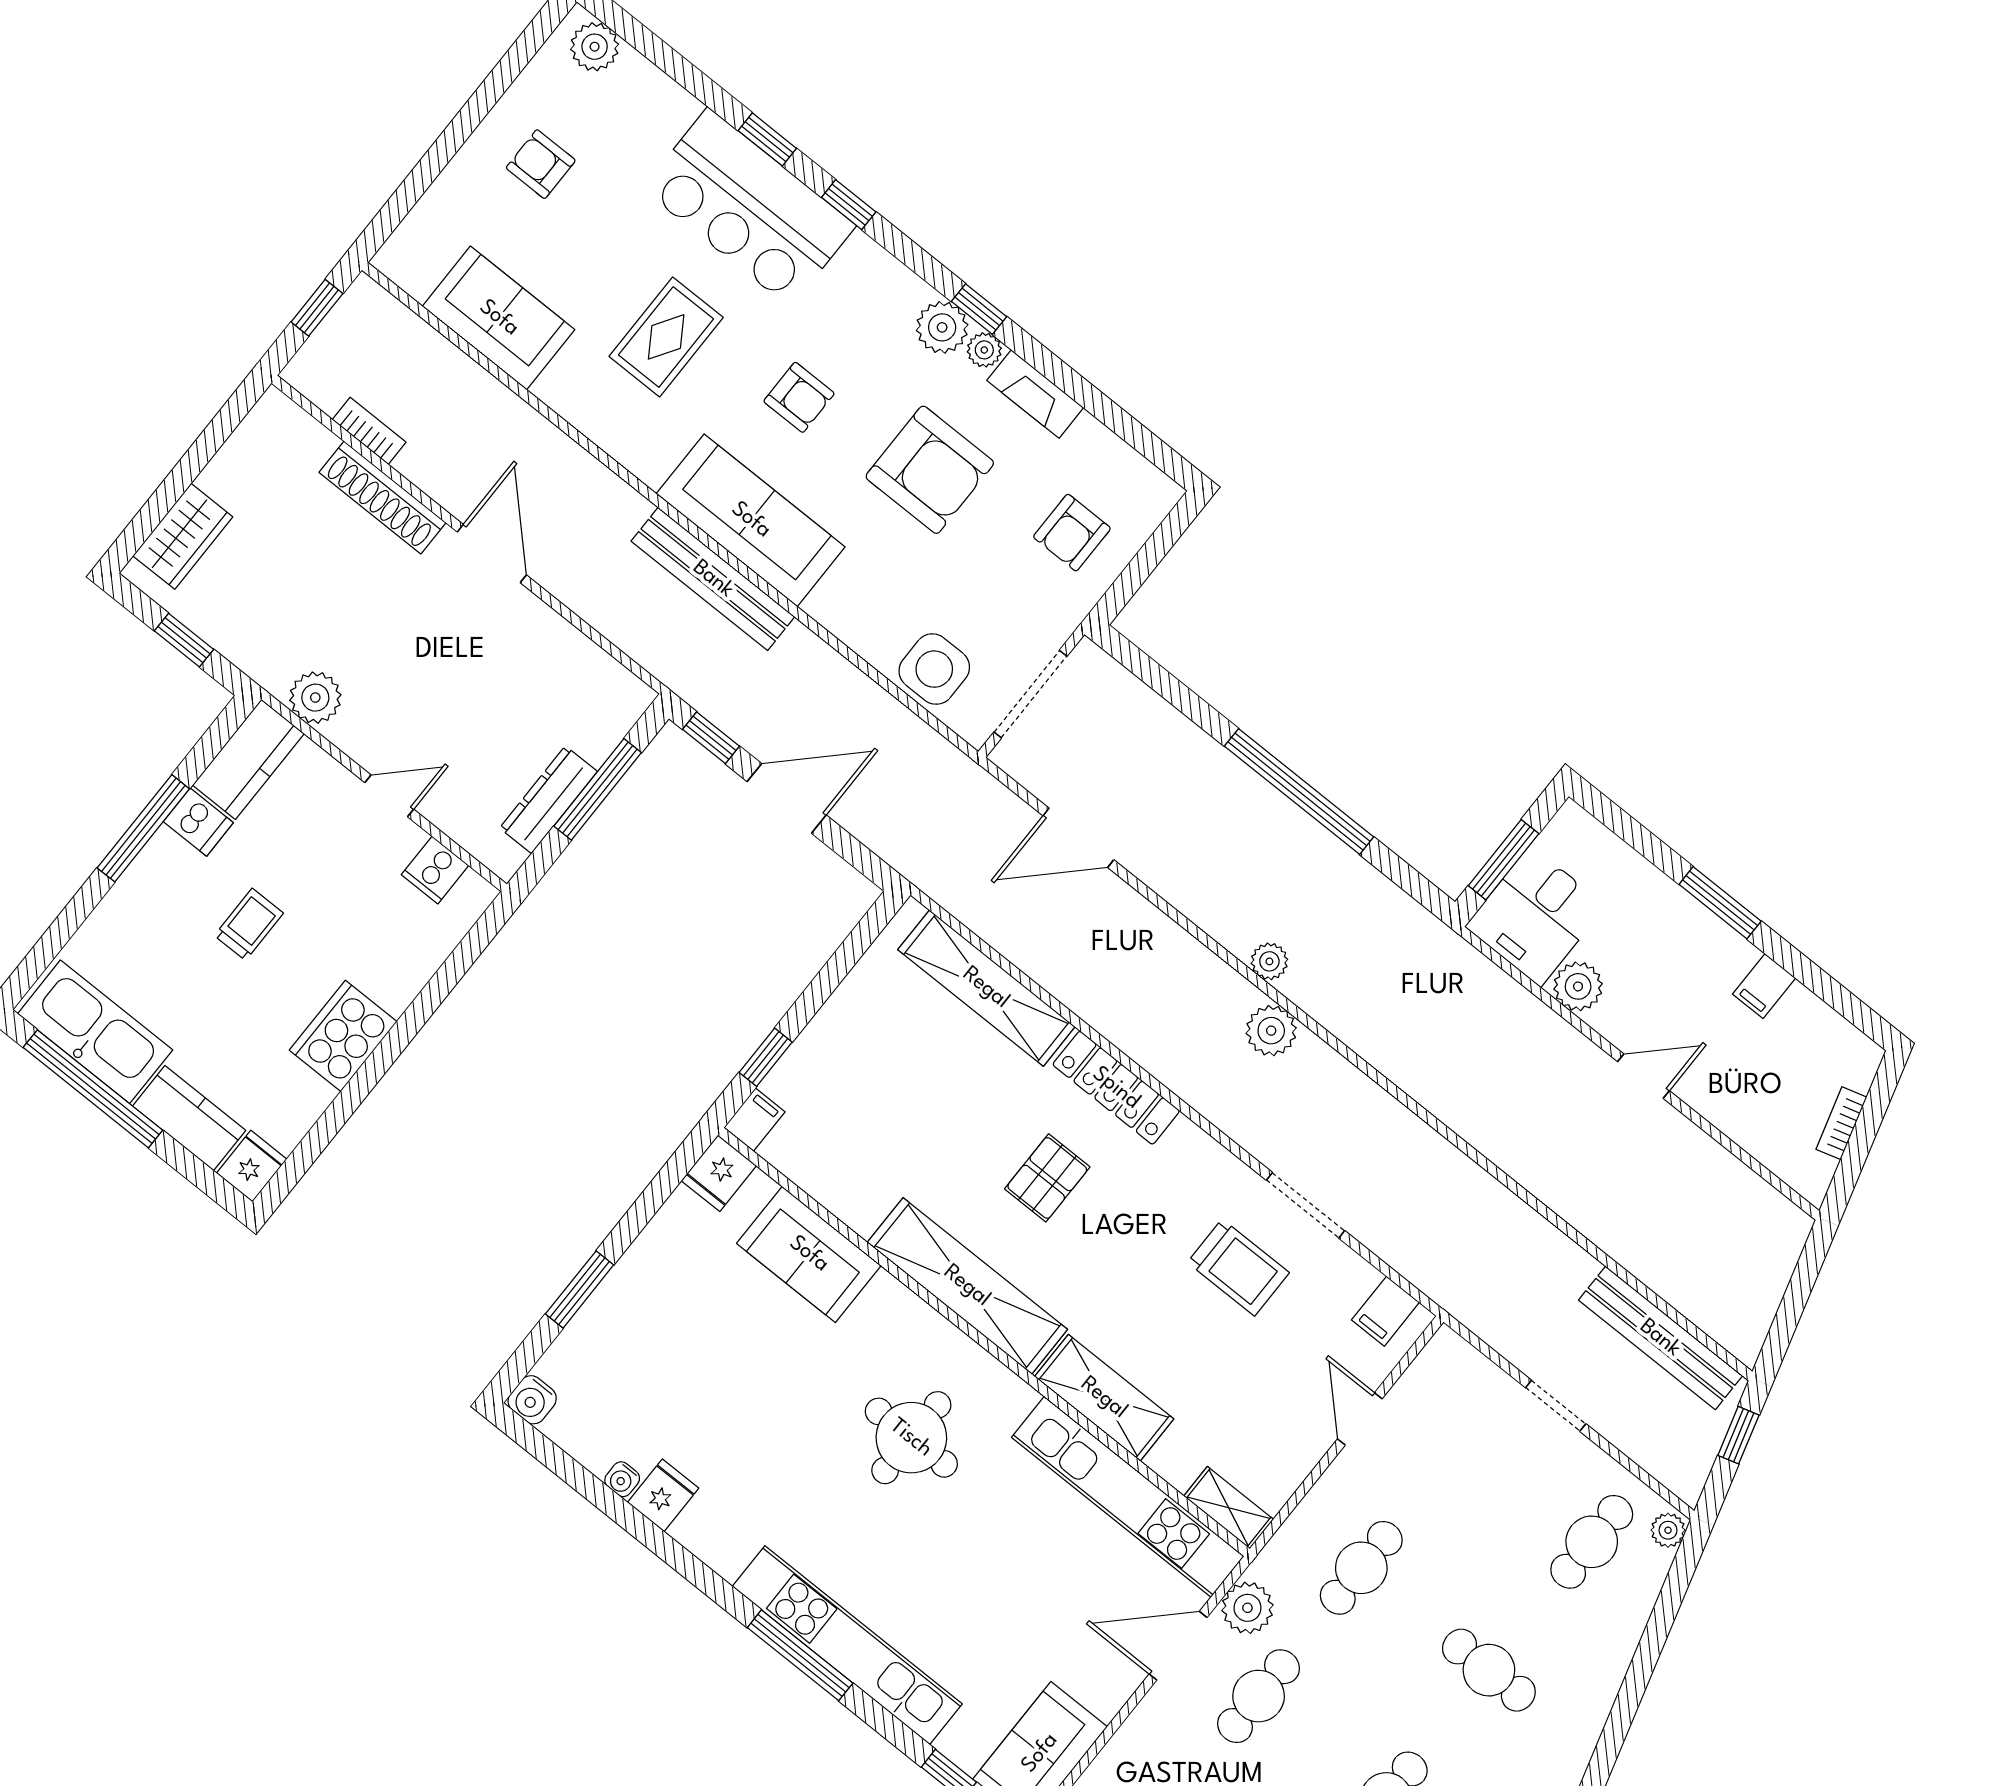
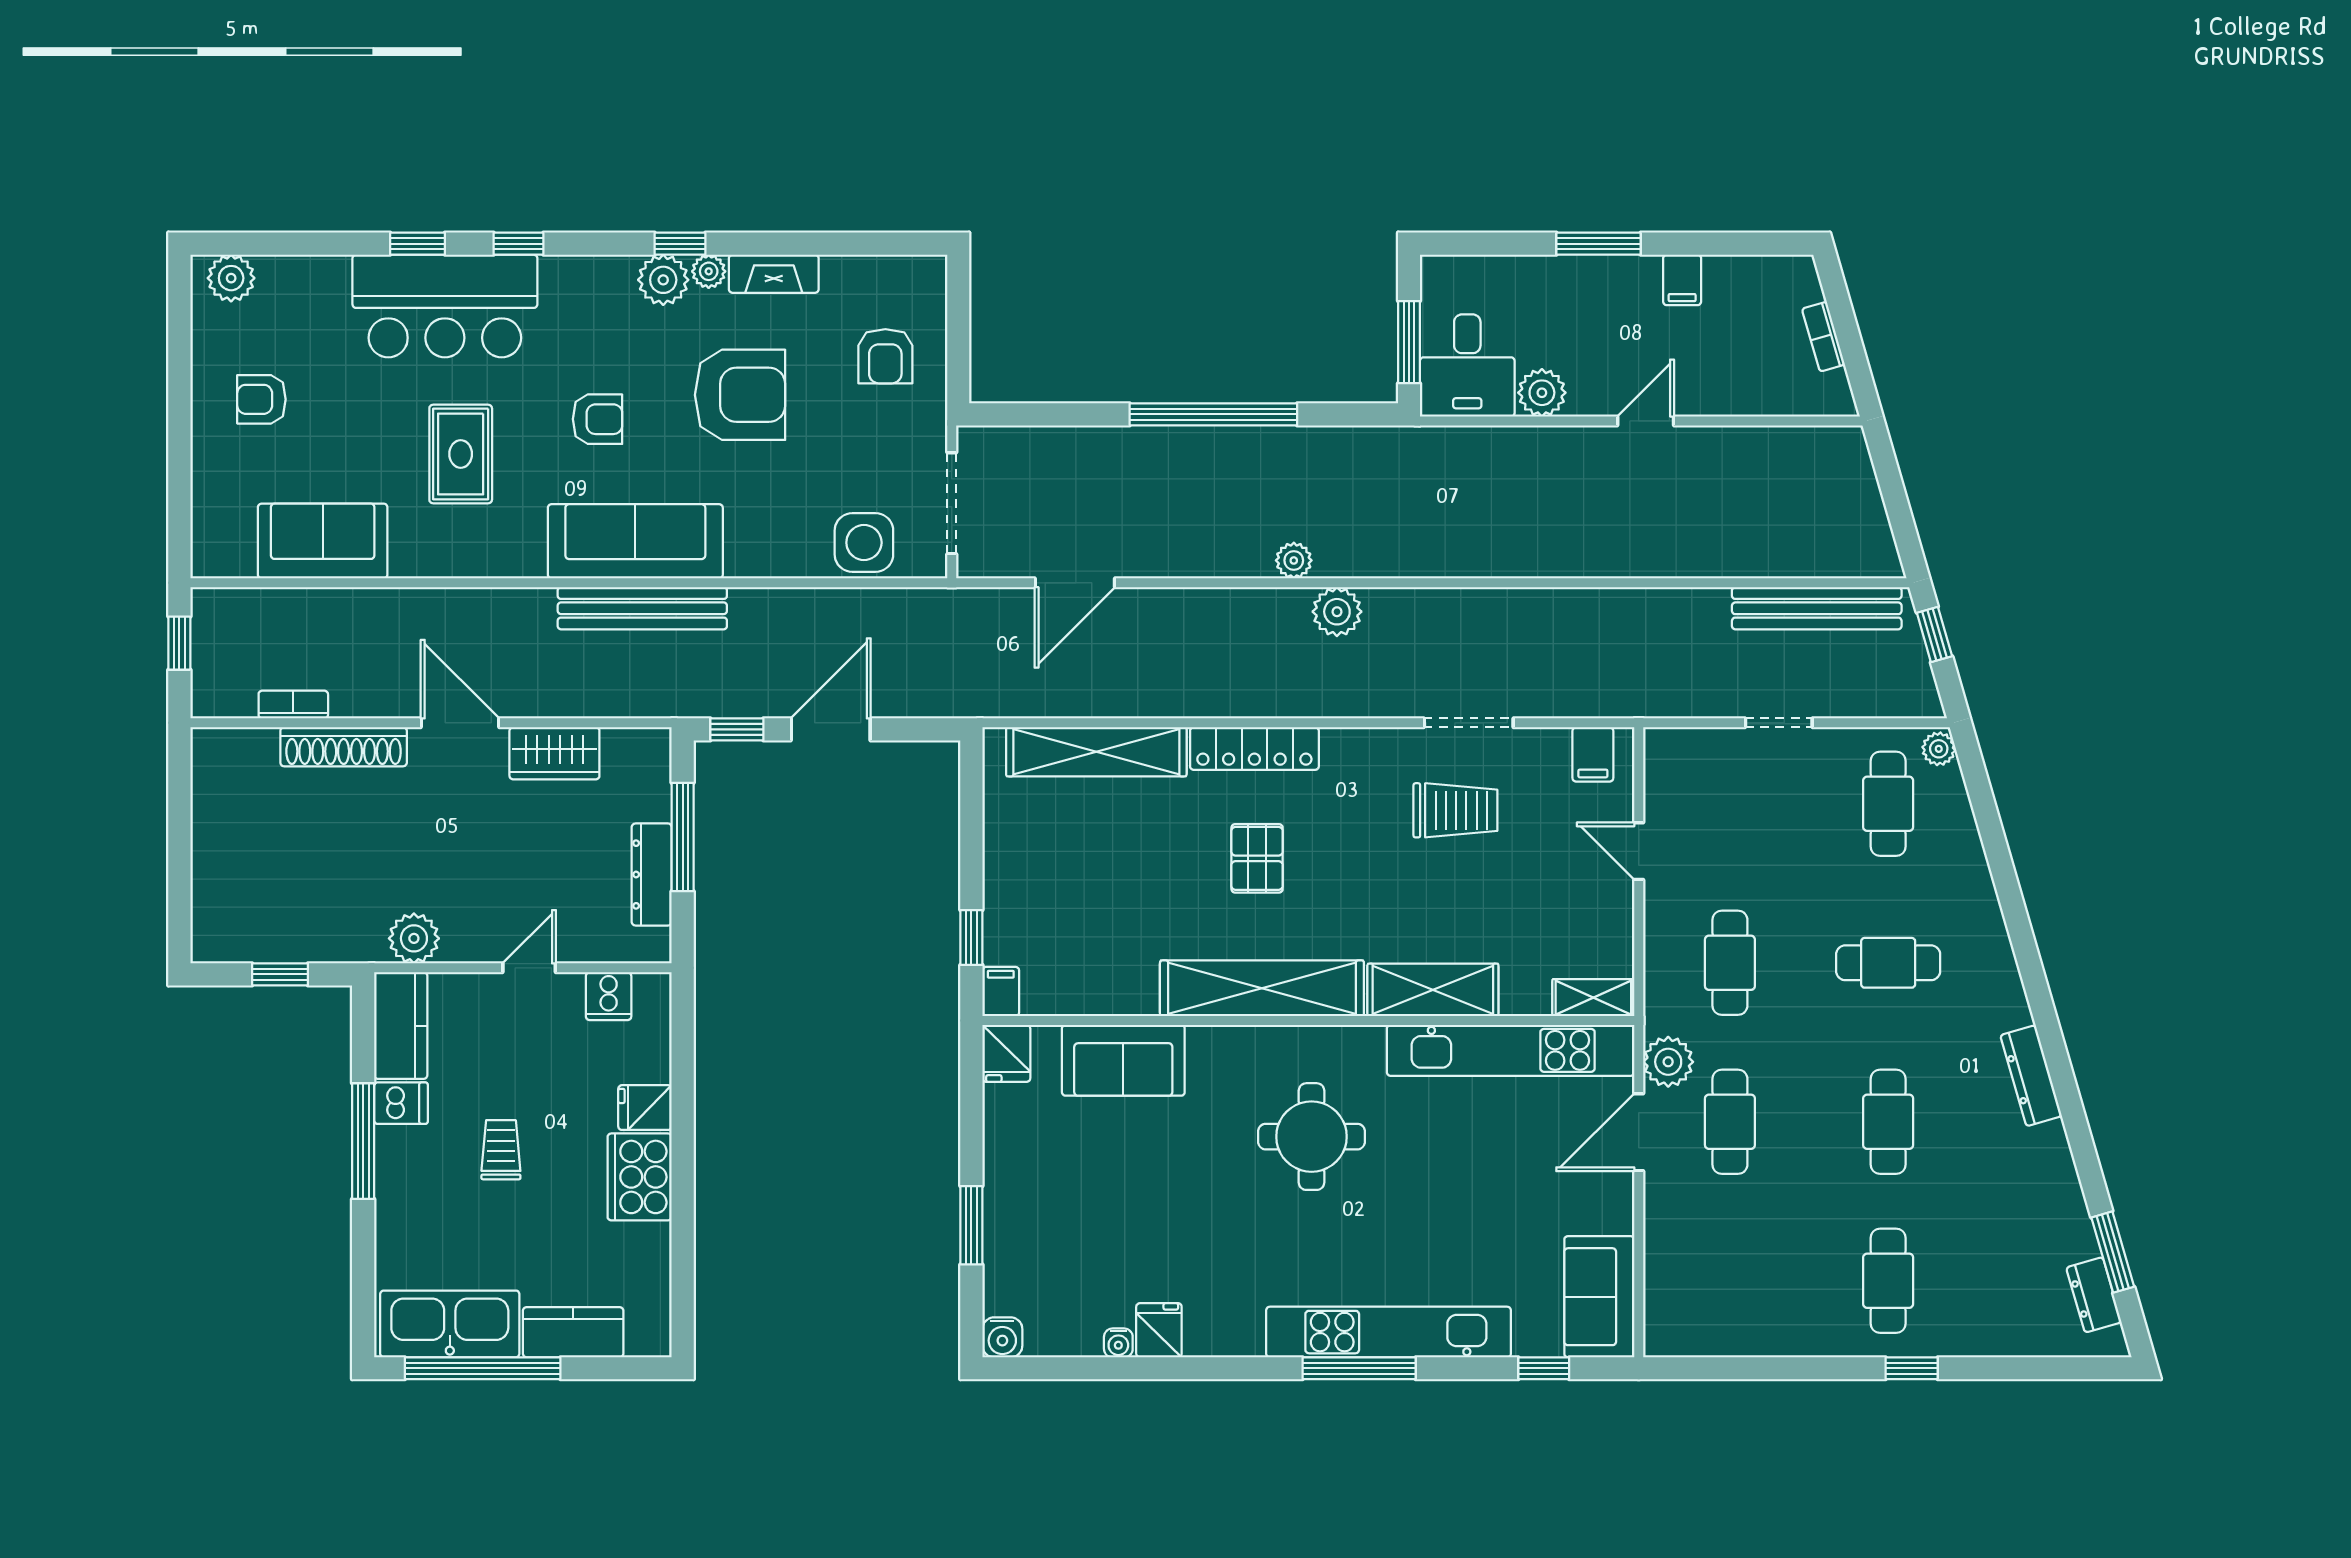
wardrobe: (183, 536) -> (554, 753), moved, turned 90
fridge: (252, 1166) -> (645, 1108), moved, turned -90

